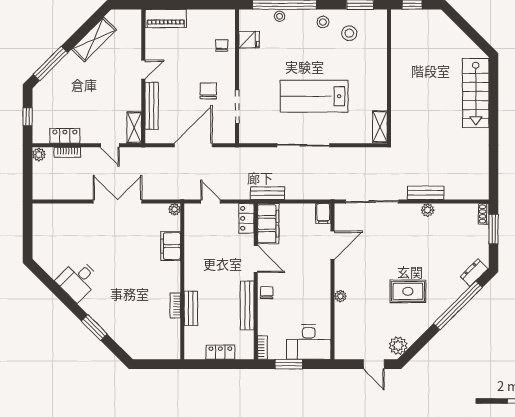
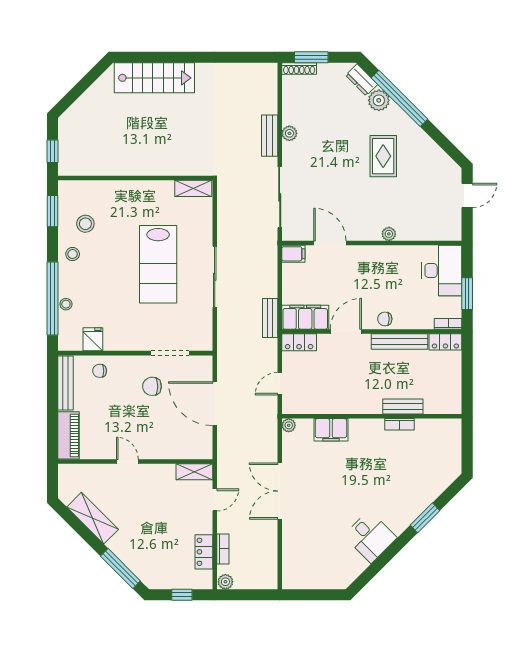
bench: (152, 106) -> (66, 383), moved, turned 90
shoe rack: (484, 214) -> (299, 69), width x1.43
plant: (398, 346) -> (379, 100), moved
locker: (220, 352) -> (445, 342), moved, turned -90

